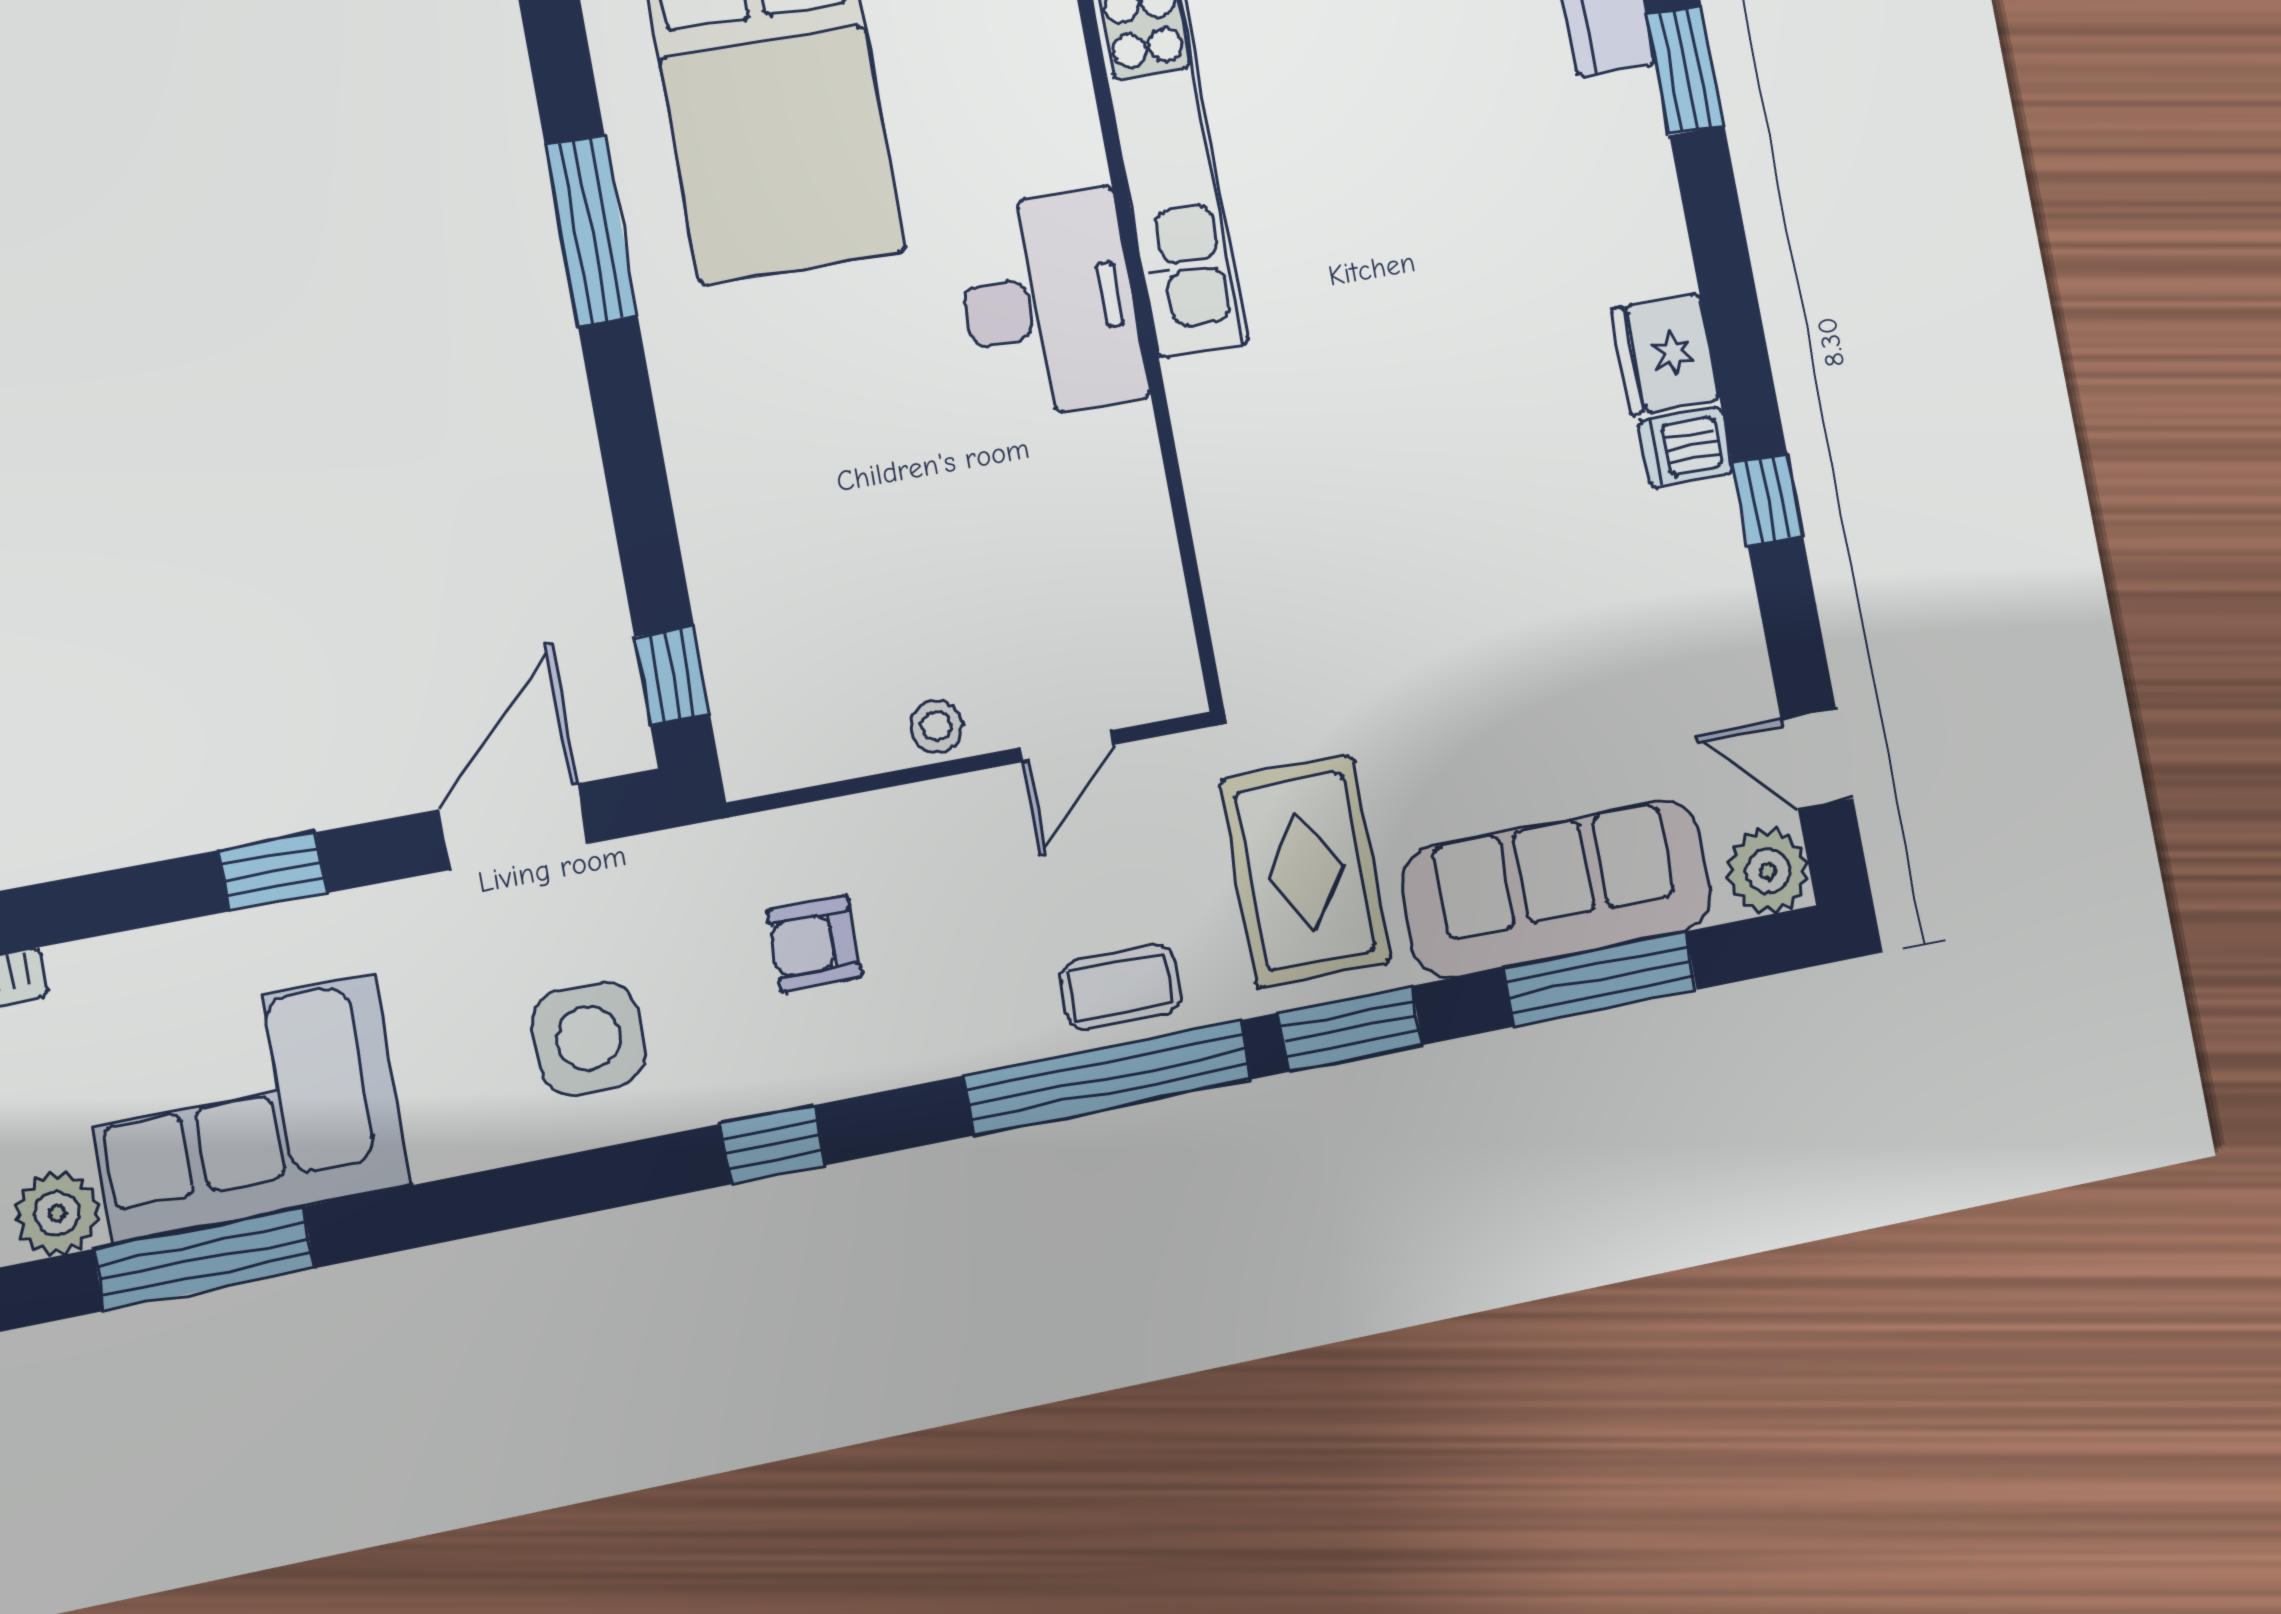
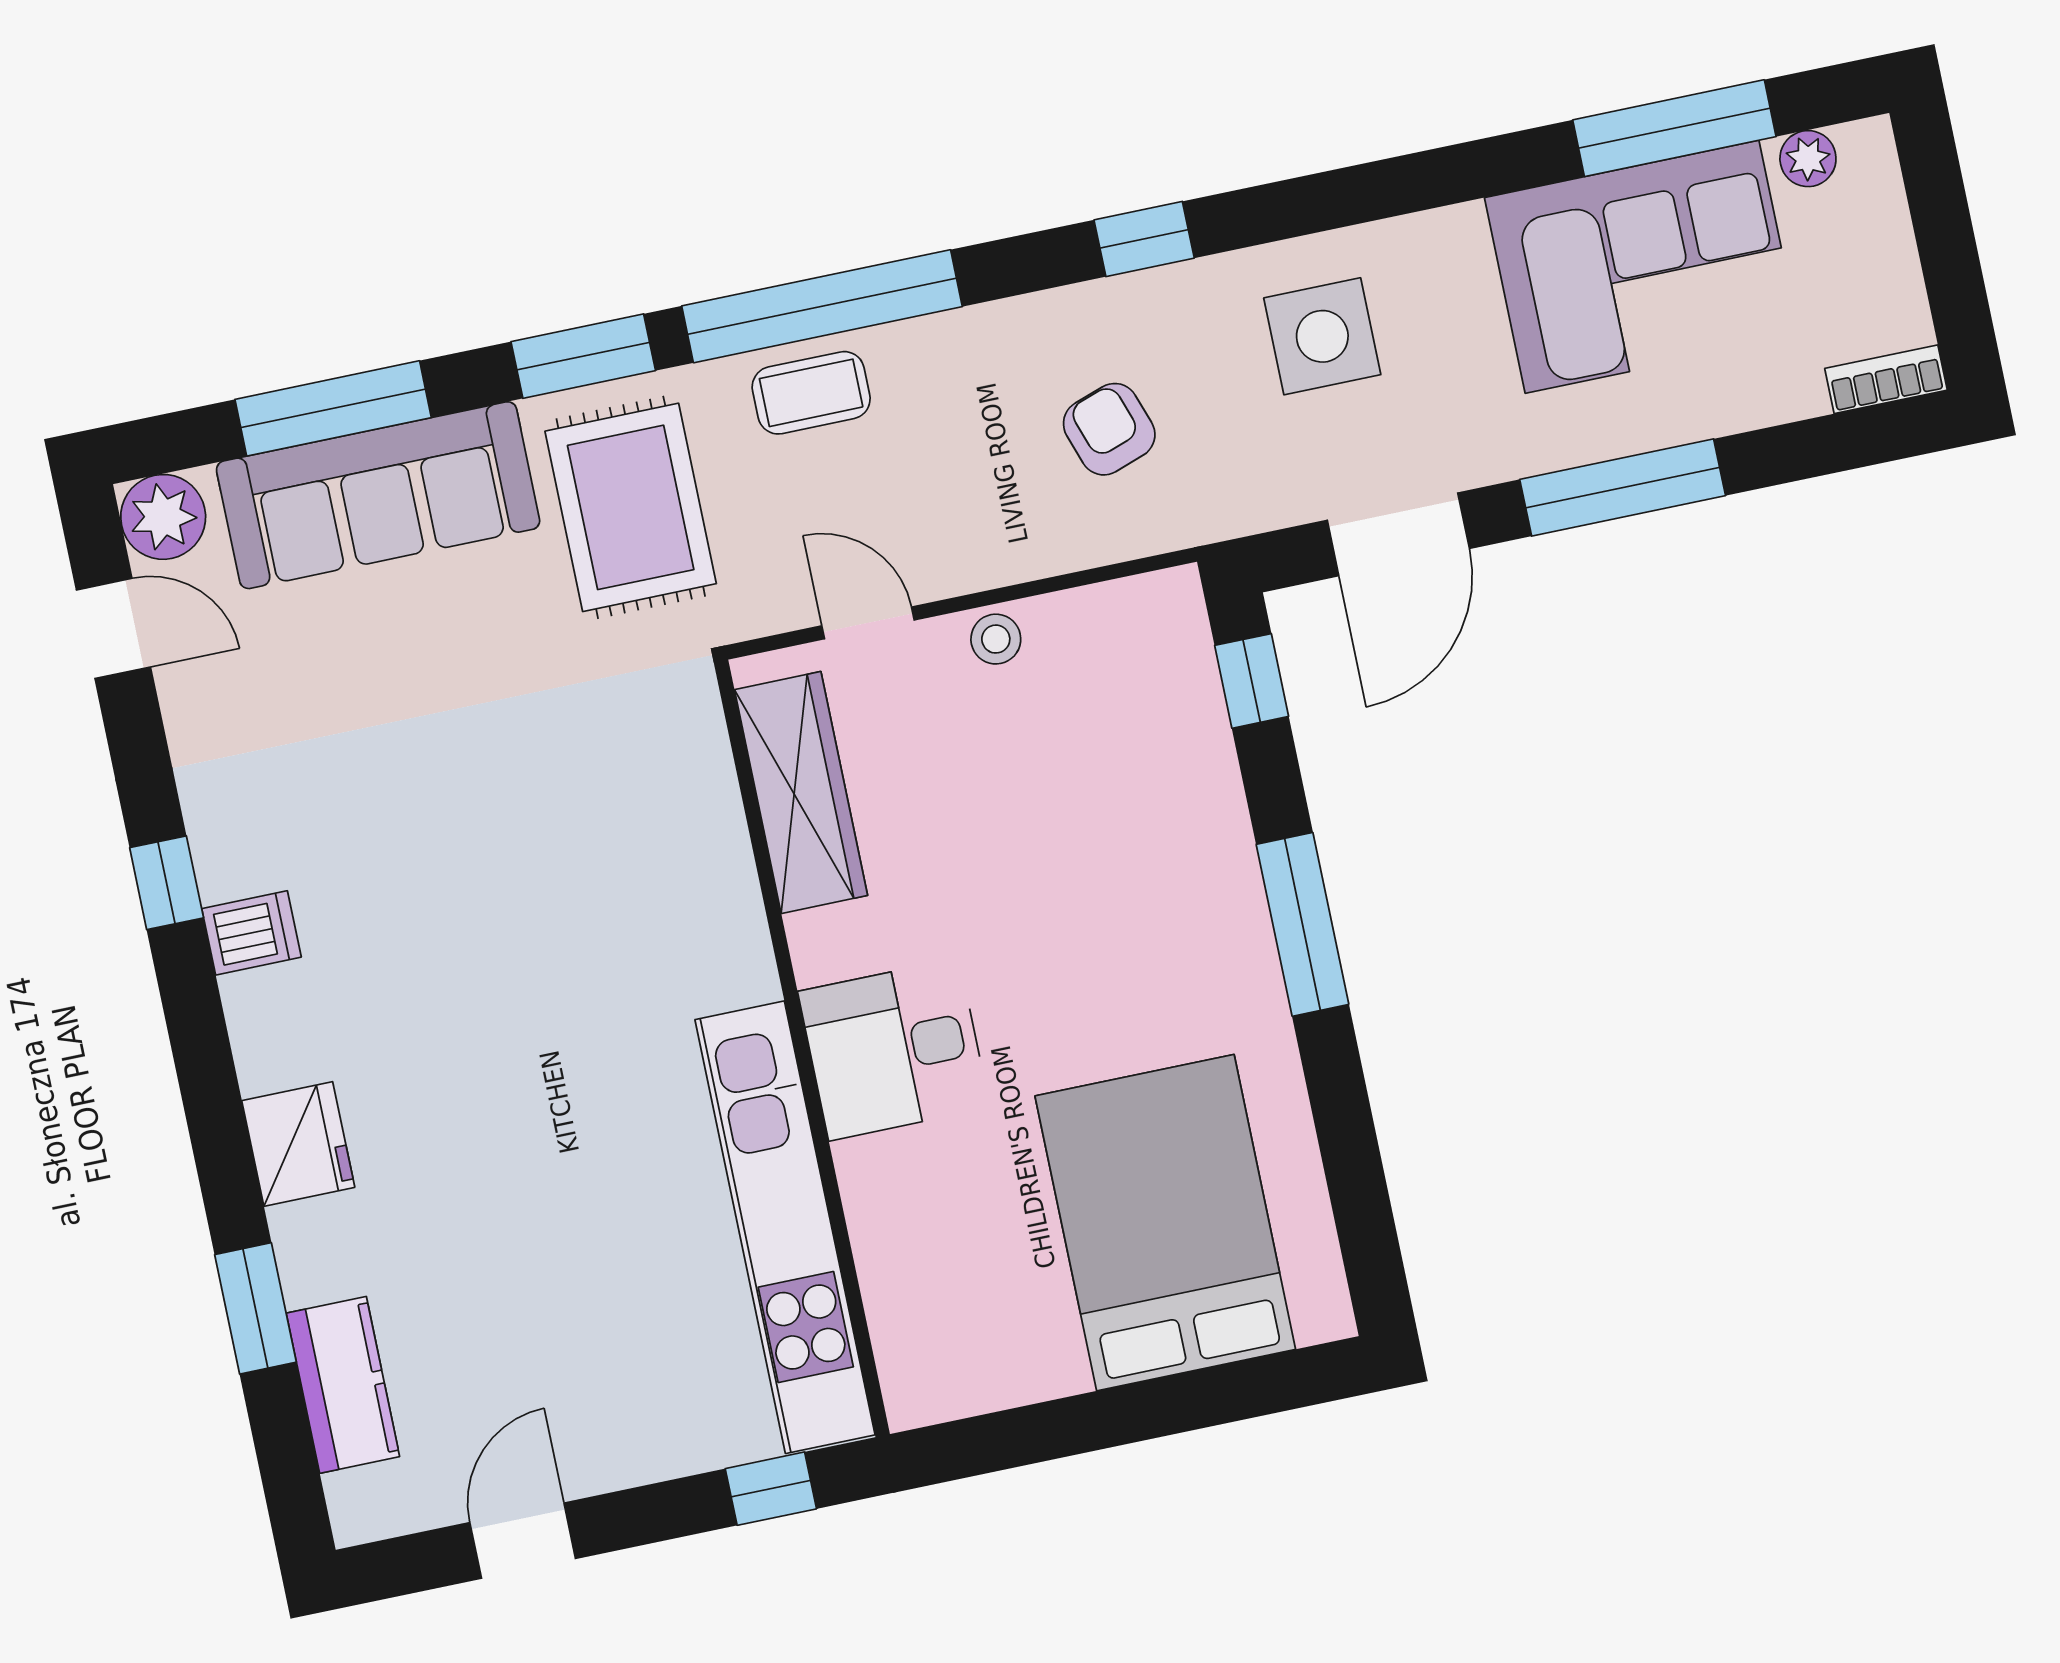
window: (591, 230) -> (1302, 924), moved
desk: (1049, 305) -> (894, 1049), width x0.73
fridge: (1665, 354) -> (298, 1144), moved
wardrobe: (1138, 572) -> (801, 793), added
door: (1067, 746) -> (868, 623), hinge flipped
window: (273, 872) -> (1623, 488), width x2.17
armchair: (814, 944) -> (1109, 429), turned -109
plant: (57, 1213) -> (1808, 159), width x0.73, depth x0.73

